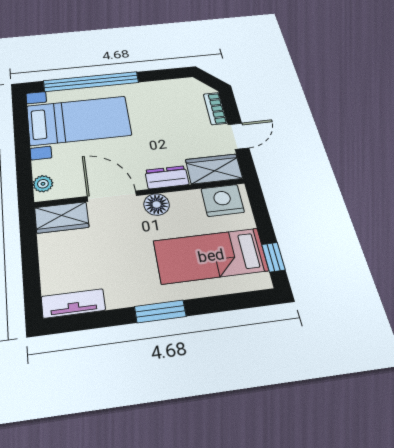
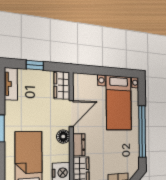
window: (91, 82) -> (142, 131), moved
plant: (43, 184) -> (83, 79), removed
window: (31, 267) -> (35, 65), added

